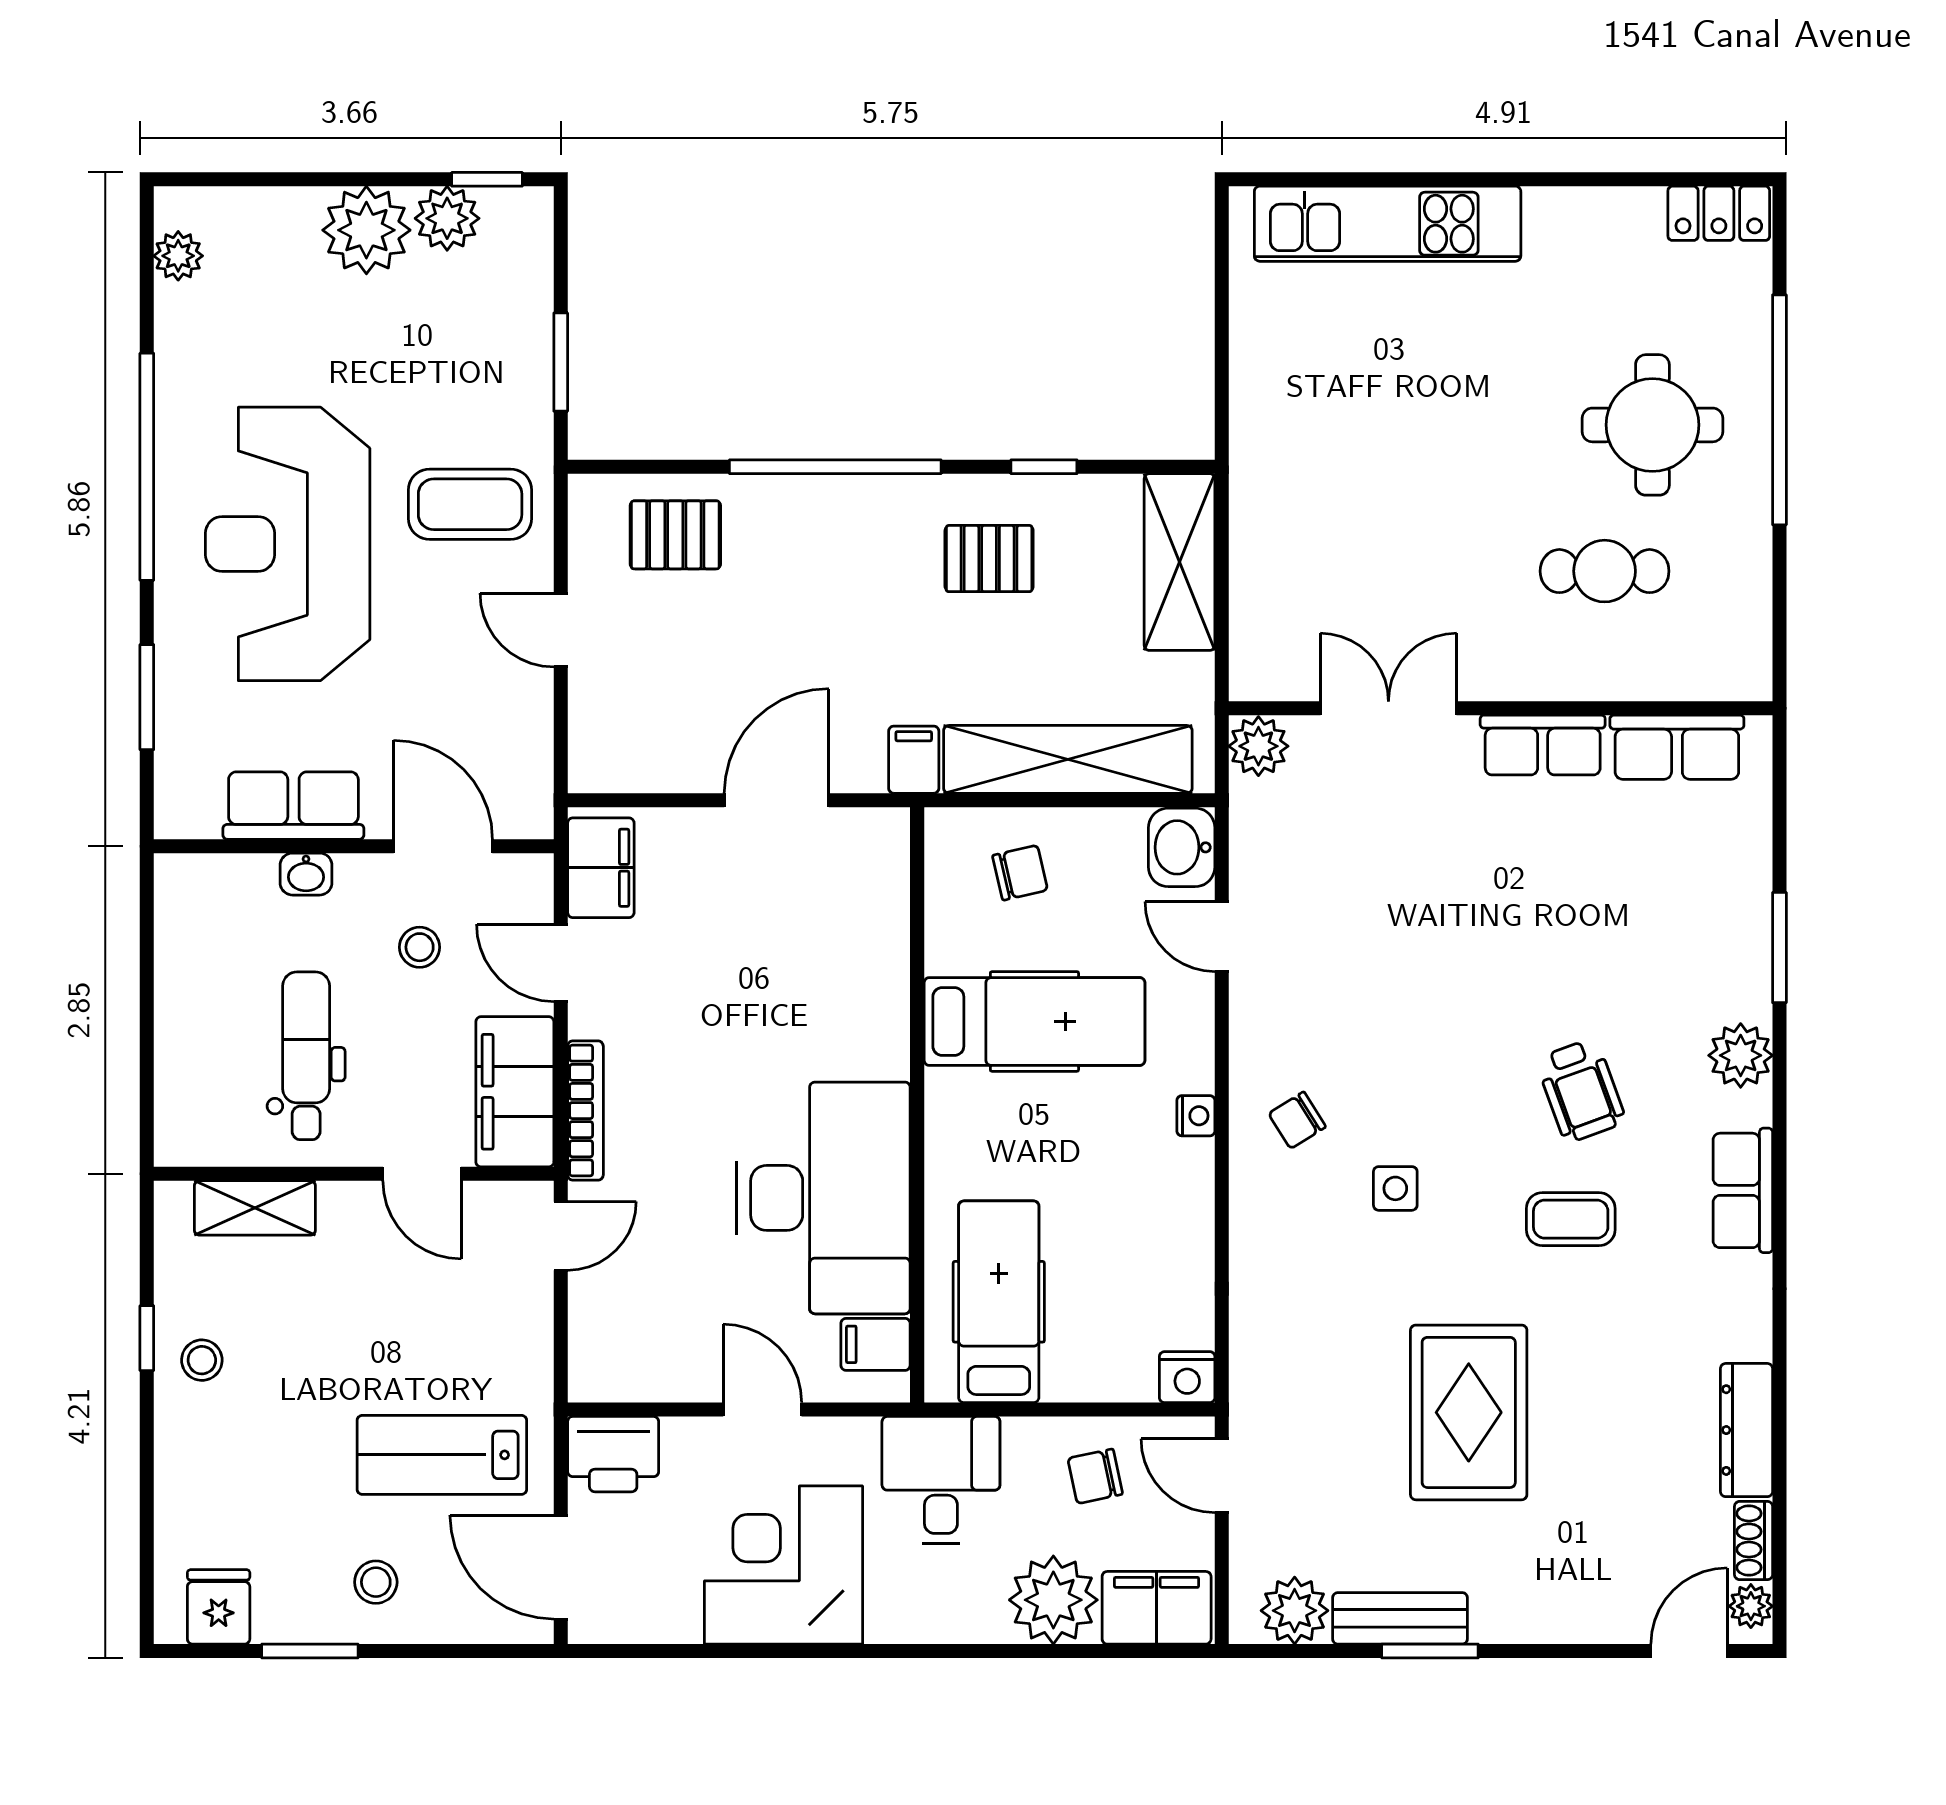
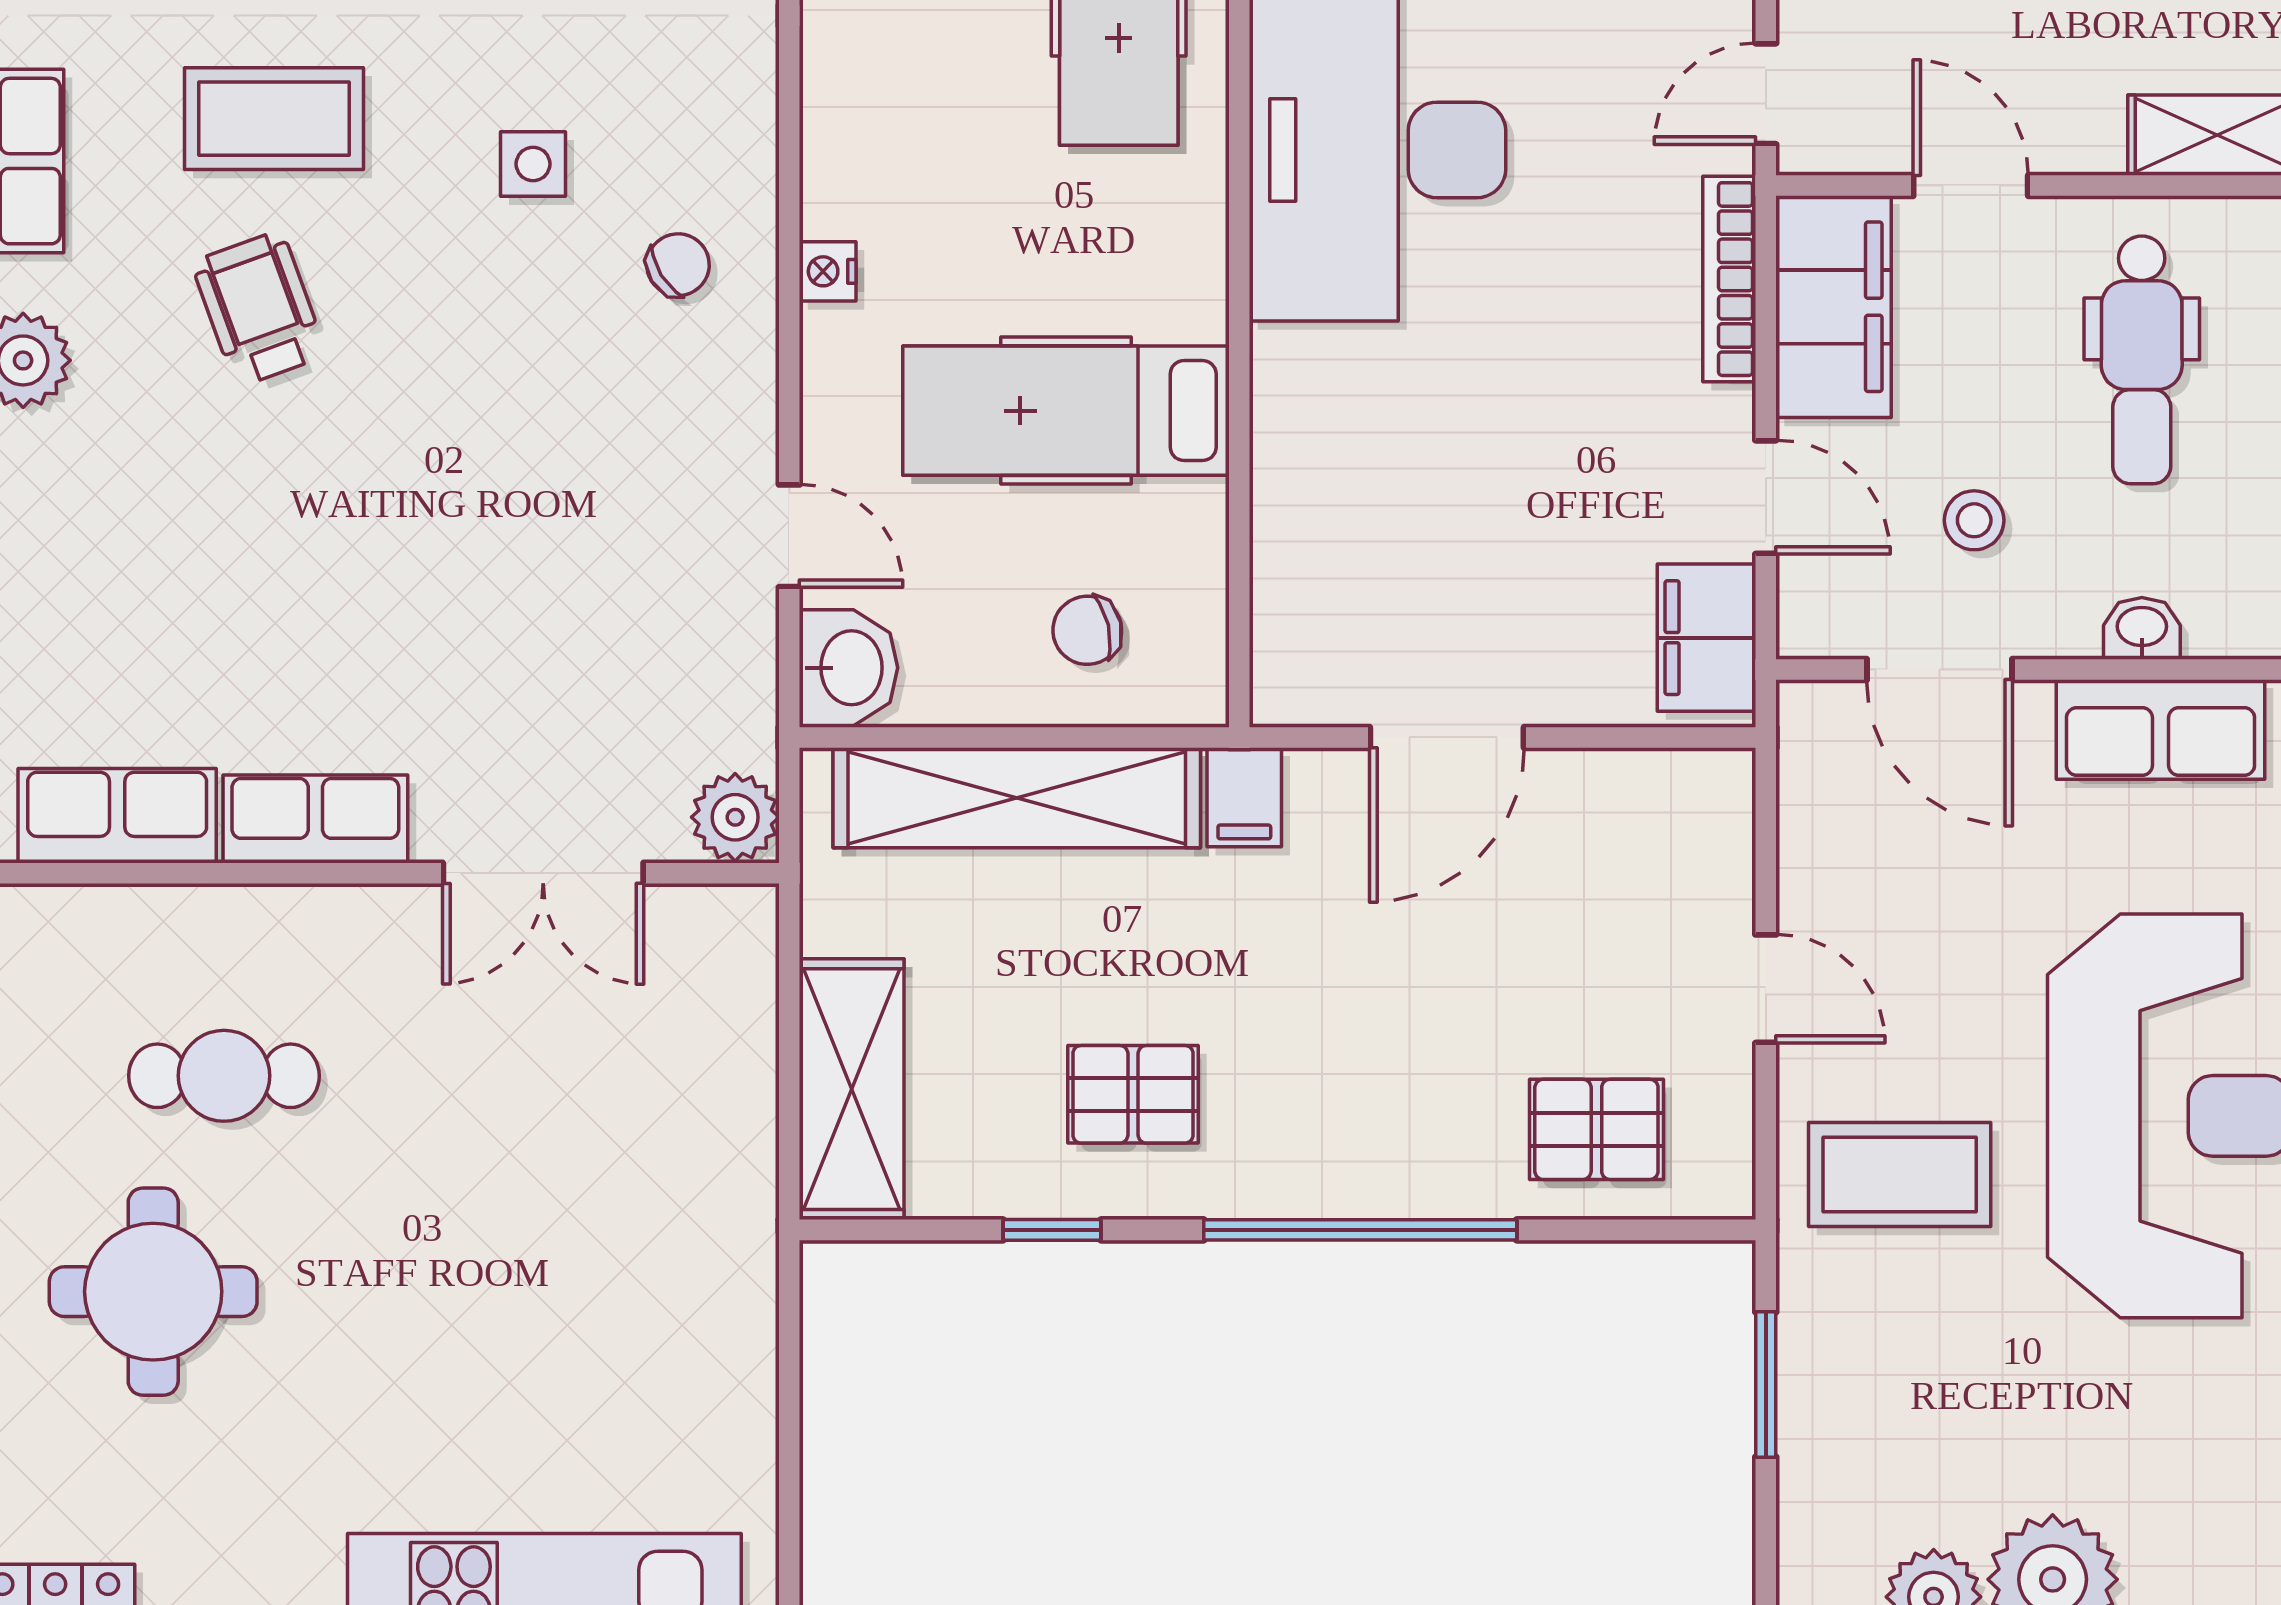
coffee table: (1571, 1219) -> (274, 119), width x1.36, depth x1.30

